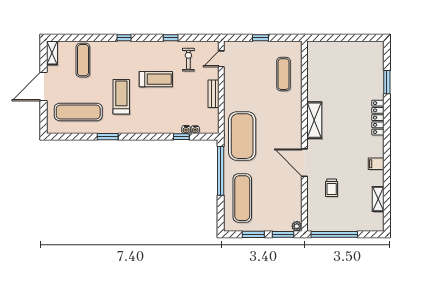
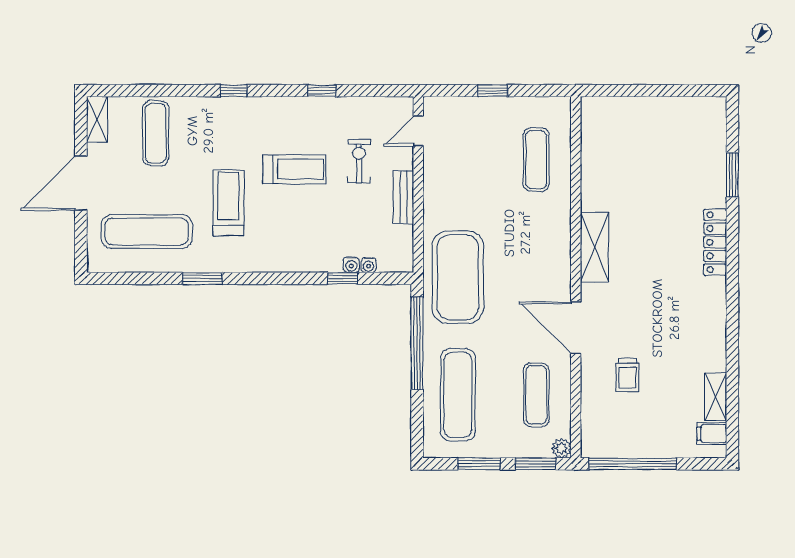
exercise bike: (188, 60) -> (359, 161), moved
filing cabinet: (376, 164) -> (712, 434), moved
exercise mat: (284, 198) -> (536, 395), added

